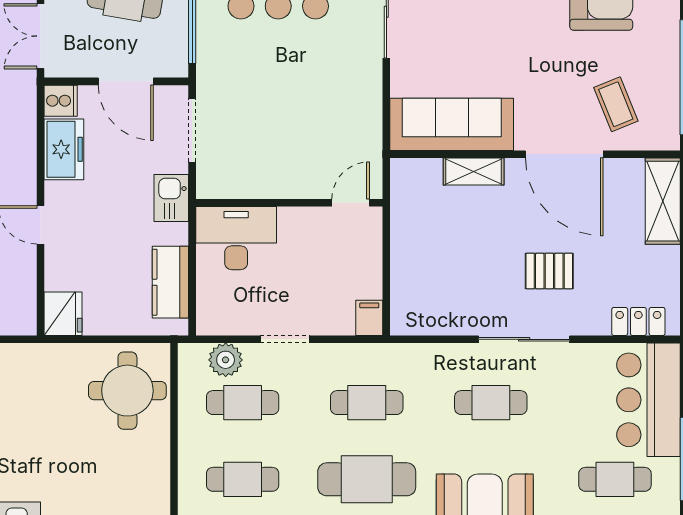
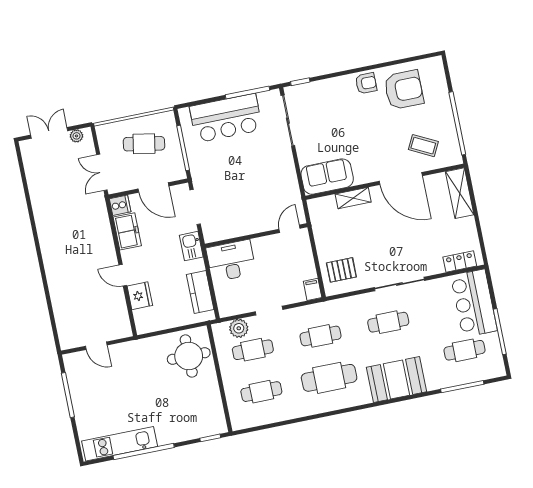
coffee table: (616, 104) -> (423, 146), turned -41
sofa: (452, 124) -> (327, 177), width x0.73
pallet: (549, 271) -> (341, 270), moved
fridge: (63, 314) -> (140, 296), moved

